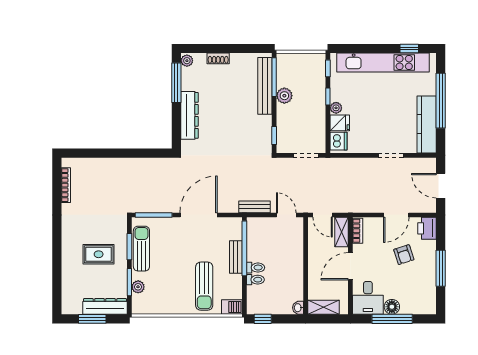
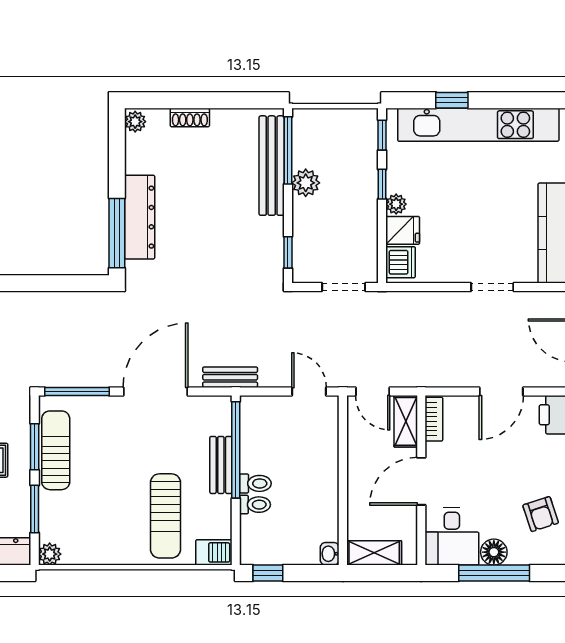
window: (409, 49) -> (452, 100), moved
window: (176, 83) -> (117, 233), moved
bench: (255, 207) -> (230, 377), moved
armchair: (404, 255) -> (541, 514), moved
plant: (138, 287) -> (50, 554), moved

